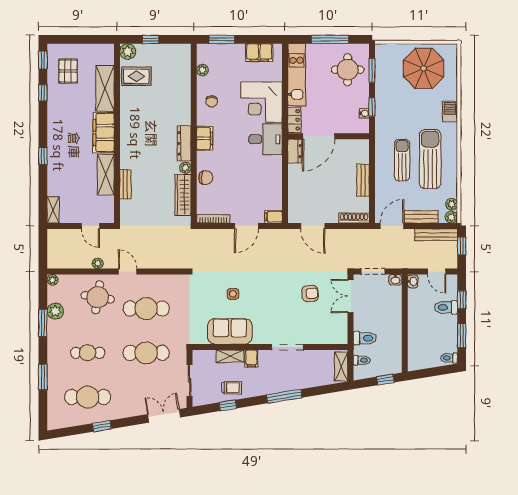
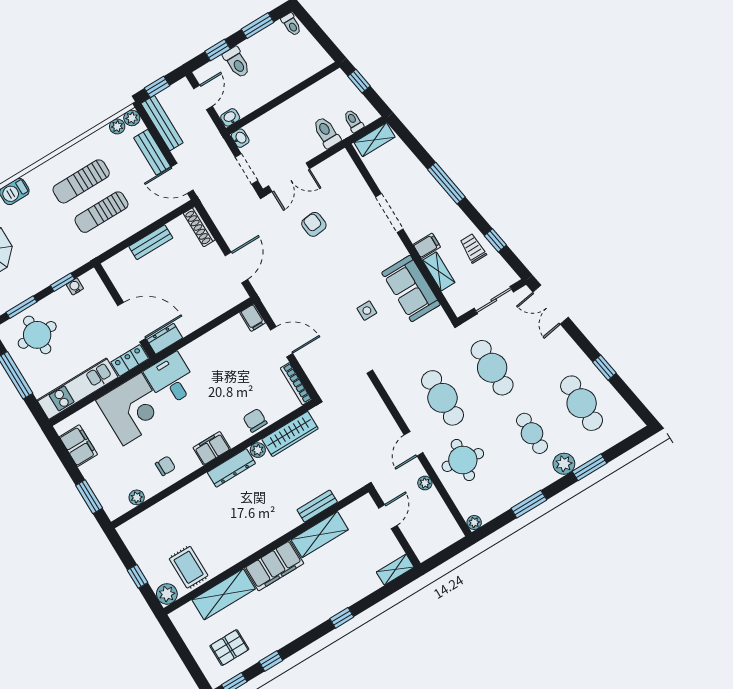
sun lounger: (430, 159) -> (81, 181), width x0.73, depth x0.75
plant: (55, 311) -> (564, 464), moved

